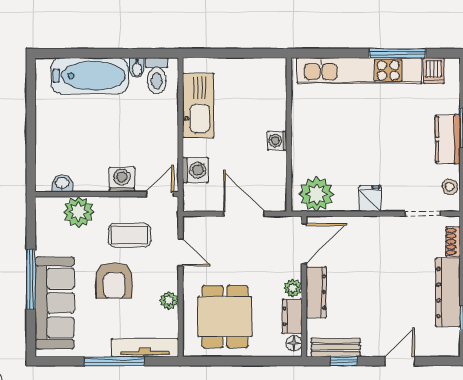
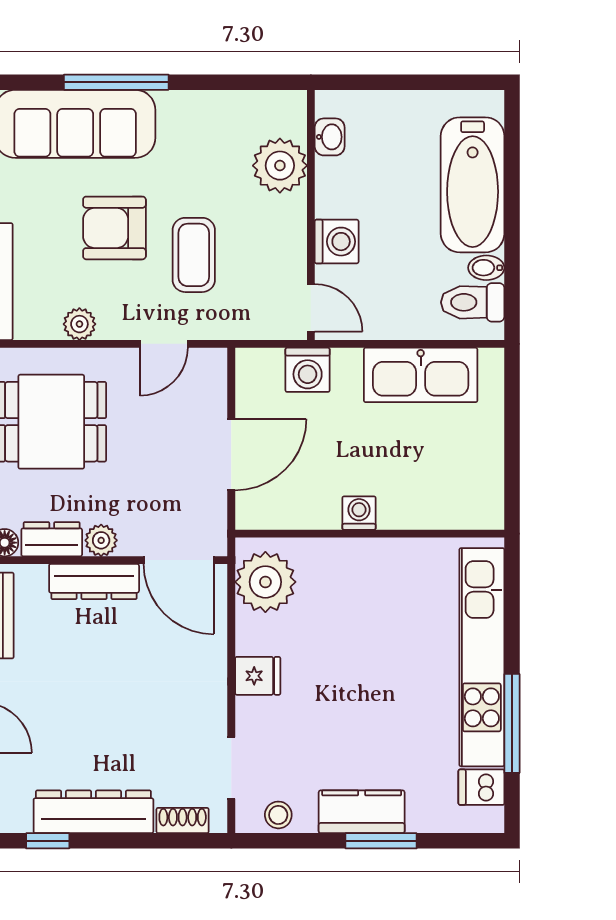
washing machine: (122, 179) -> (337, 242), moved
washbasin: (62, 183) -> (330, 137), moved
wall: (107, 194) -> (311, 215), moved
door: (160, 194) -> (311, 308), moved
plant: (78, 212) -> (280, 166), moved

